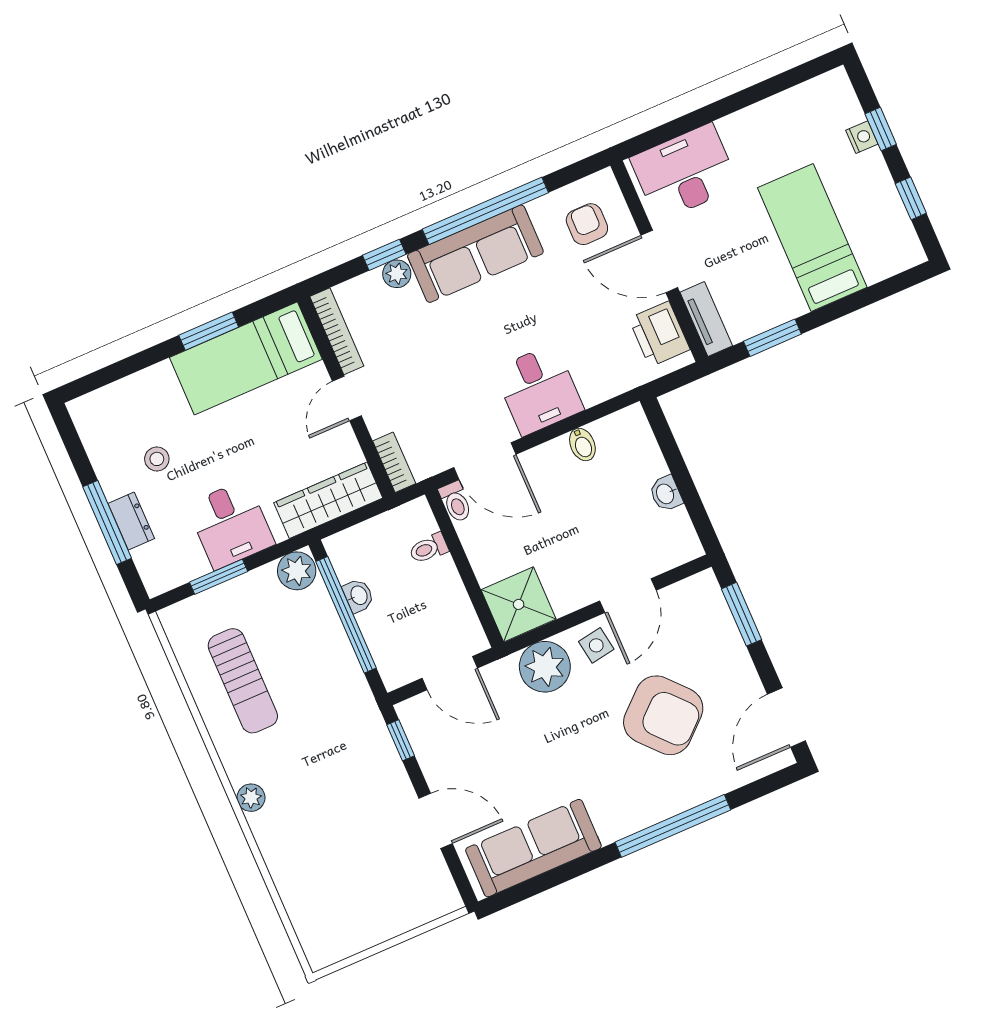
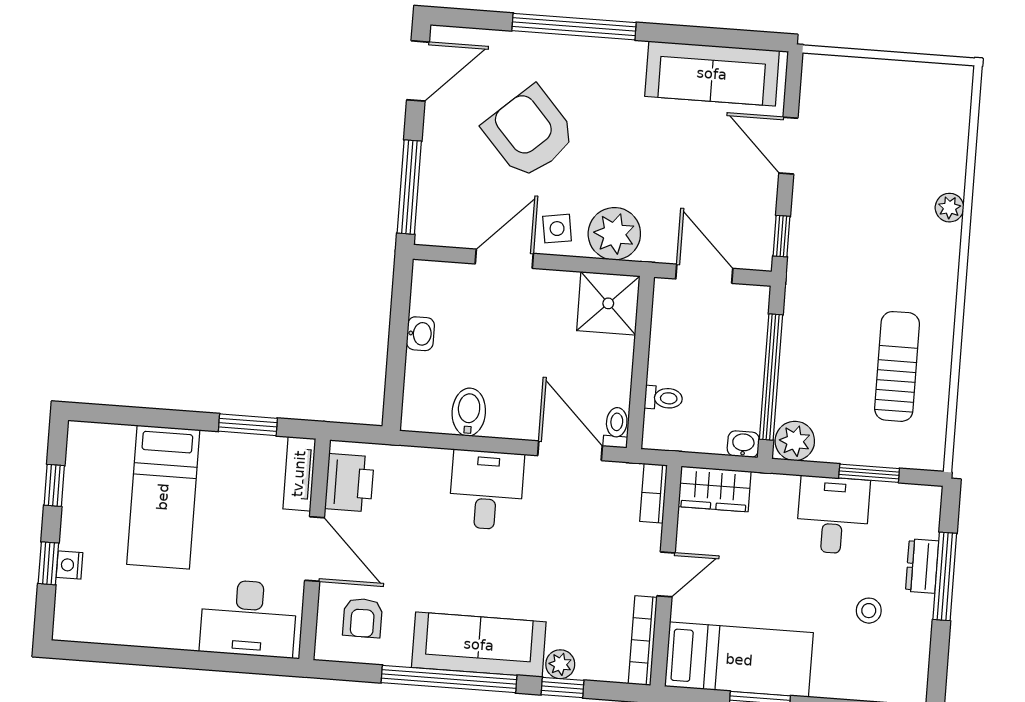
bidet: (582, 444) -> (469, 412), width x1.38, depth x1.36
wardrobe: (328, 500) -> (715, 489), width x0.67
washbasin: (358, 596) -> (743, 444), moved, turned 90
window: (741, 614) -> (409, 187), width x1.44
plant: (251, 798) -> (950, 208), moved

